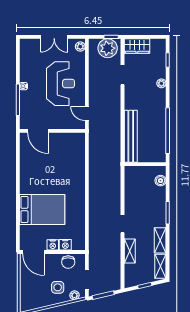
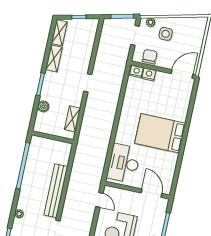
bench: (131, 136) -> (56, 191), moved
desk: (71, 154) -> (124, 163), added
boiler: (160, 181) -> (43, 106), moved
bed: (42, 209) -> (160, 133), moved
nightstand: (53, 245) -> (136, 71), moved
shelving: (130, 251) -> (72, 119), moved
door: (33, 252) -> (182, 74), hinge flipped

